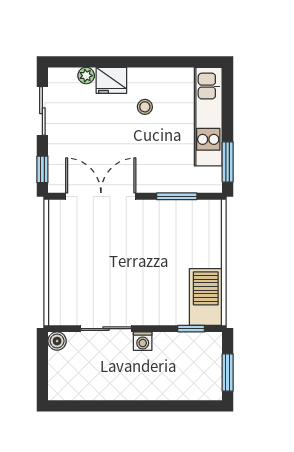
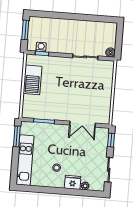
double door: (101, 196) -> (83, 124), width x0.73
barbecue: (206, 297) -> (32, 80), moved
washing machine: (143, 341) -> (41, 47), moved

